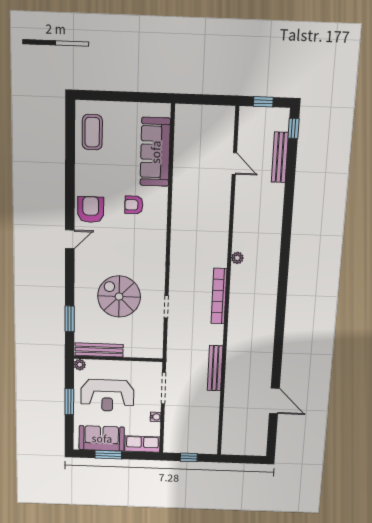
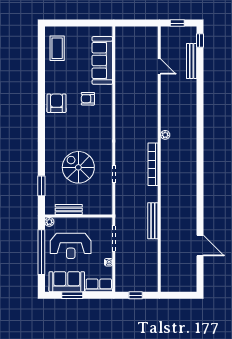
door: (70, 239) -> (41, 126), removed
bench: (99, 350) -> (69, 209), width x0.73
window: (69, 402) -> (41, 252), width x2.11

